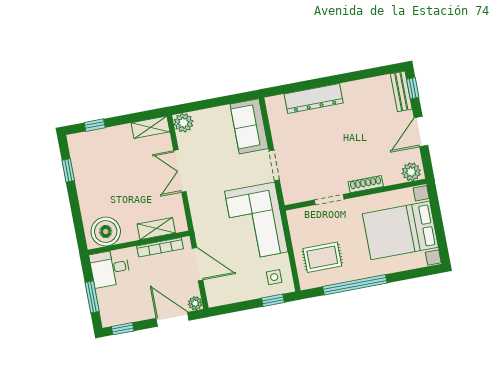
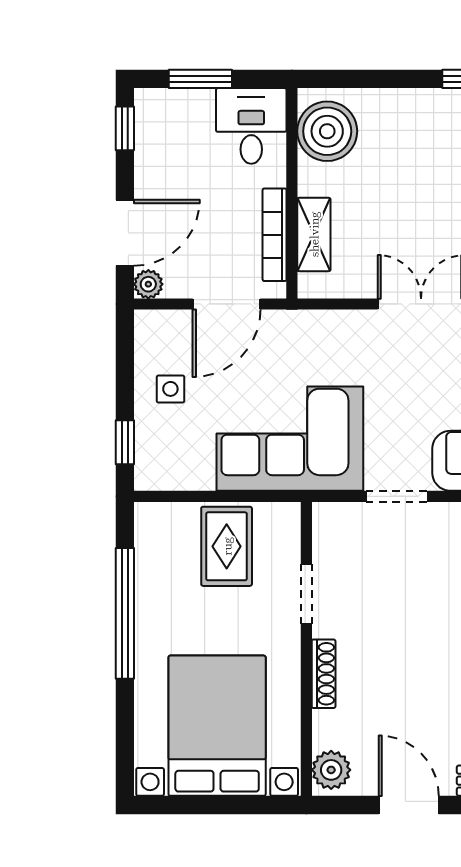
rug: (322, 257) -> (227, 546), moved
side table: (274, 277) -> (170, 389), moved

